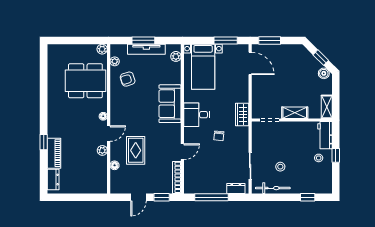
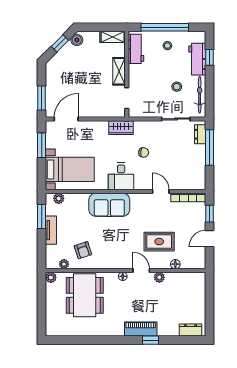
window: (143, 40) -> (42, 217), moved
tv unit: (146, 49) -> (51, 230), width x0.71
workbench: (325, 135) -> (136, 49), moved, turned -90
piano: (54, 153) -> (141, 329), moved
window: (336, 155) -> (165, 27), width x3.17
workbench: (306, 186) -> (197, 59), added
door: (138, 197) -> (209, 239), swing flipped
window: (211, 197) -> (209, 148), moved

